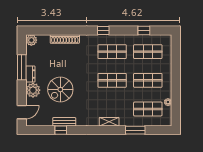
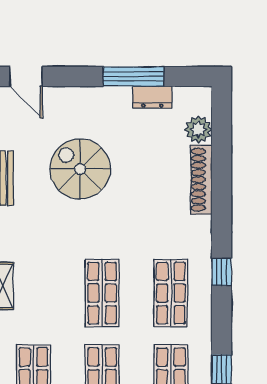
plant: (31, 40) -> (198, 130), moved
dresser: (30, 74) -> (152, 97), moved
plant: (33, 90) -> (78, 103), removed

